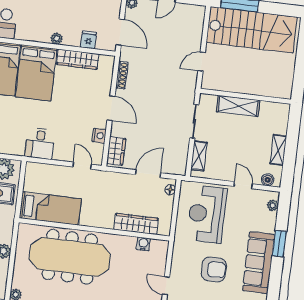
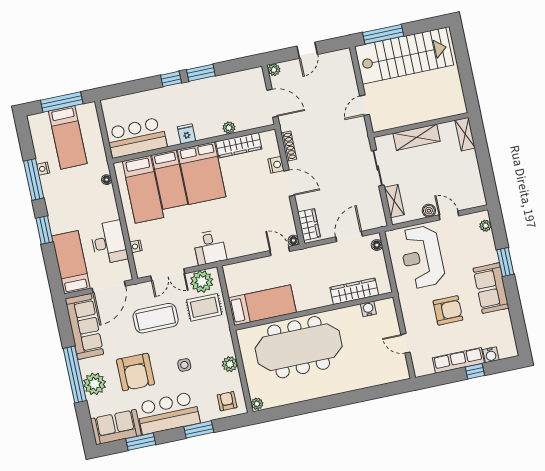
plant: (57, 39) -> (229, 128), moved
fridge: (89, 40) -> (186, 134), moved
nightstand: (99, 136) -> (276, 165), moved
desk: (40, 144) -> (210, 247), moved
shelving: (278, 150) -> (465, 134), moved
floor lamp: (98, 160) -> (293, 240), added
boiler: (268, 180) -> (429, 211), moved
sofa: (259, 263) -> (491, 288), width x0.73

